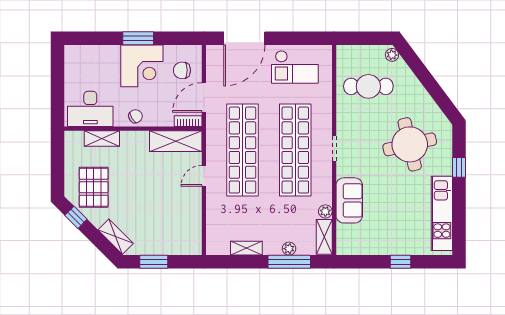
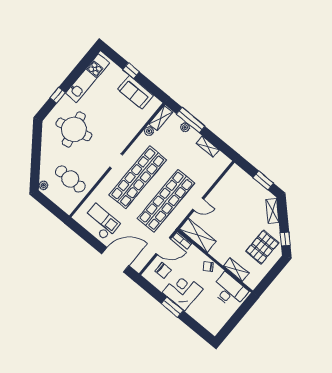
sofa: (349, 200) -> (136, 92), moved, turned -90

